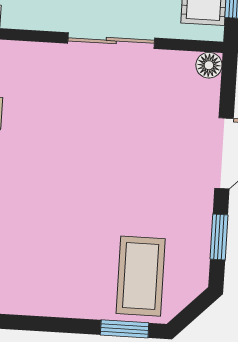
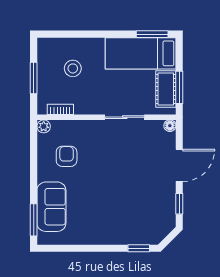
coffee table: (141, 276) -> (145, 224), removed

